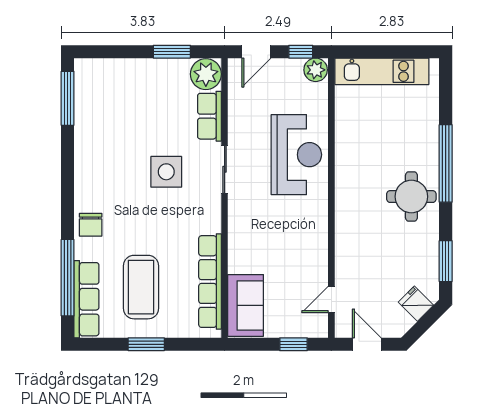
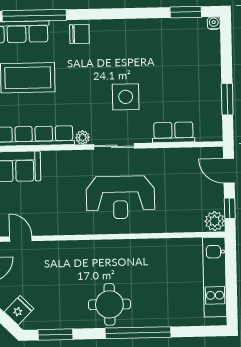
water cooler: (81, 66) -> (214, 23), added
plant: (206, 74) -> (83, 137), moved, width x0.53, depth x0.53
window: (68, 98) -> (186, 12), width x0.69
reception desk: (296, 155) -> (120, 197), moved
sliding door: (225, 169) -> (114, 146), moved
chair: (91, 225) -> (79, 34), turned 180

